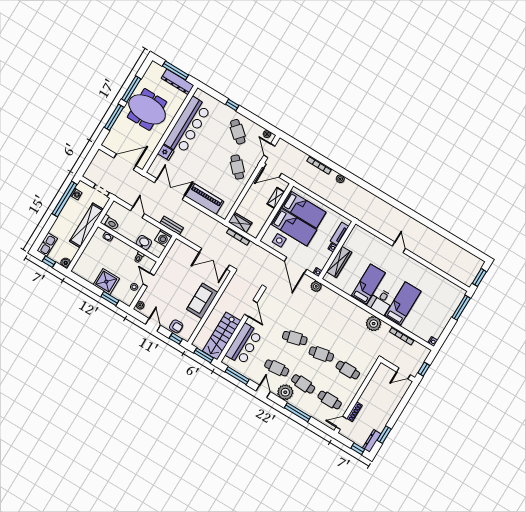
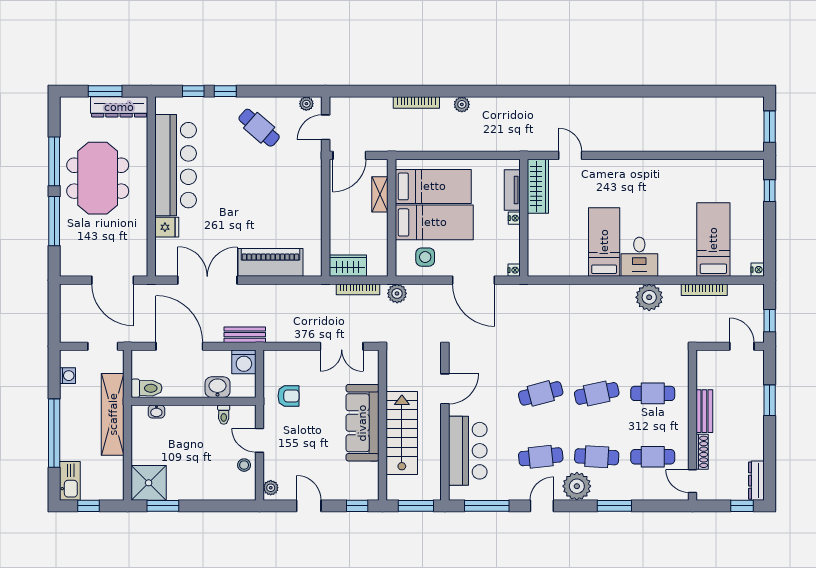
window: (175, 70) -> (105, 91), width x0.69
window: (217, 96) -> (193, 91), added
meeting table: (147, 109) -> (98, 178), turned 90
door: (269, 151) -> (326, 127), hinge flipped
door: (125, 162) -> (113, 280), swing flipped
cafe table: (237, 167) -> (291, 183), removed
window: (65, 199) -> (54, 433), moved
door: (138, 212) -> (179, 346), width x1.88
door: (399, 247) -> (570, 155), moved
double door: (214, 259) -> (342, 346), width x0.73
wardrobe: (339, 262) -> (538, 186), moved
boiler: (66, 263) -> (115, 492), removed
shower: (106, 282) -> (149, 483), moved
plant: (316, 286) -> (397, 293), moved
window: (110, 299) -> (163, 506), moved
sofa: (202, 301) -> (362, 423), width x1.36
bed: (403, 304) -> (713, 240), moved
door: (251, 308) -> (445, 389), hinge flipped
window: (461, 308) -> (770, 191), width x0.46
armchair: (176, 326) -> (289, 396), moved
stairs: (222, 336) -> (402, 433), moved, turned 180
door: (403, 373) -> (742, 346), swing flipped
door: (263, 391) -> (542, 506), hinge flipped
bench: (367, 393) -> (704, 411), added
window: (297, 412) -> (614, 506), width x0.69
door: (341, 423) -> (693, 481), hinge flipped
window: (384, 435) -> (770, 400), moved

